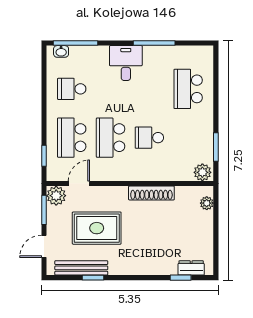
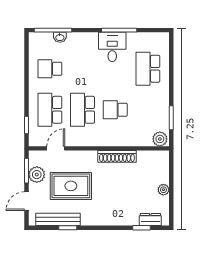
washbasin: (61, 51) -> (60, 37), moved
desk: (126, 63) -> (112, 47), moved
plant: (56, 196) -> (37, 175), moved
plant: (207, 203) -> (163, 190), moved

